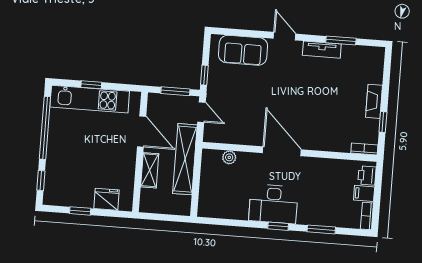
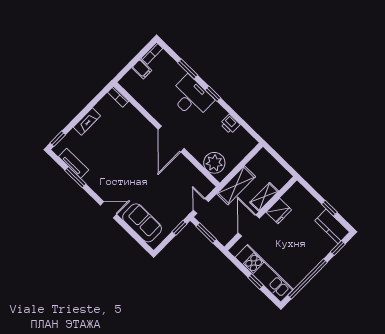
door: (285, 36) -> (109, 210), swing flipped
tv unit: (322, 50) -> (74, 163), moved
window: (383, 122) -> (58, 139), moved
plant: (229, 157) -> (214, 163), width x1.87, depth x1.87
shelving: (185, 159) -> (236, 185), width x0.68
printer: (367, 175) -> (230, 124), moved, turned 90
kitchen counter: (63, 196) -> (332, 226), added
fridge: (107, 199) -> (279, 211), moved, turned -90
desk: (273, 204) -> (191, 97), moved

